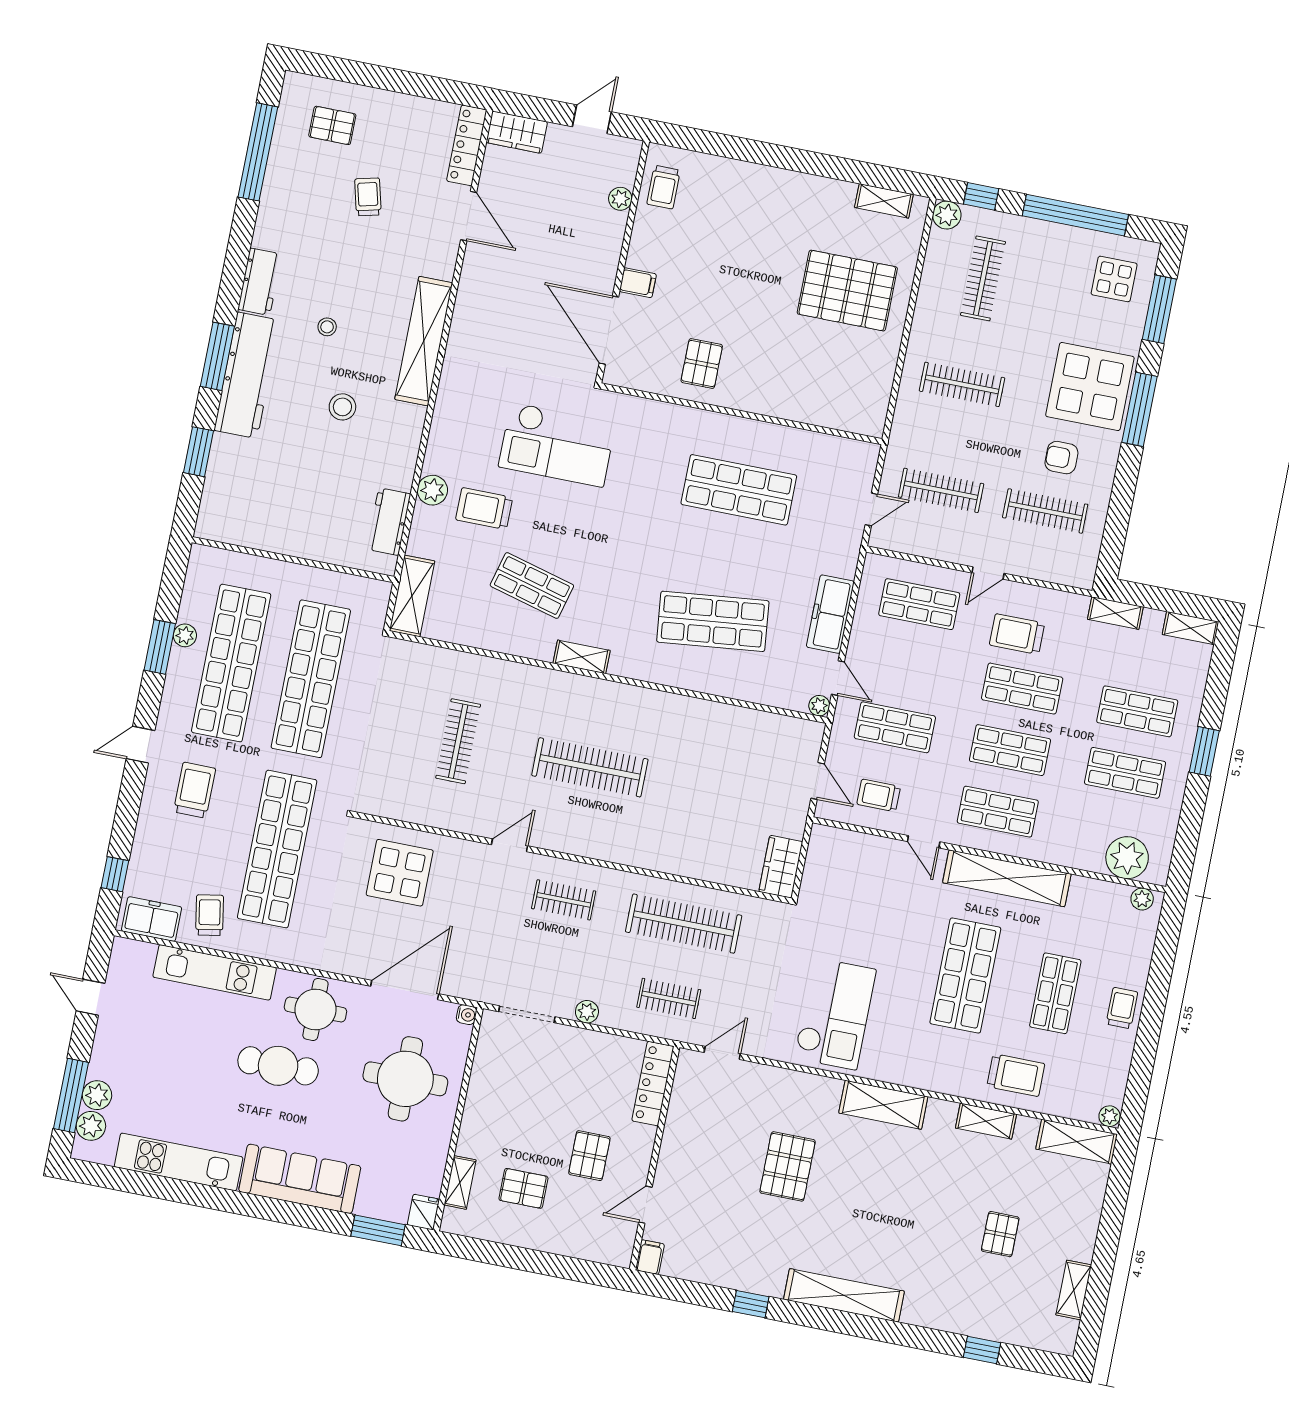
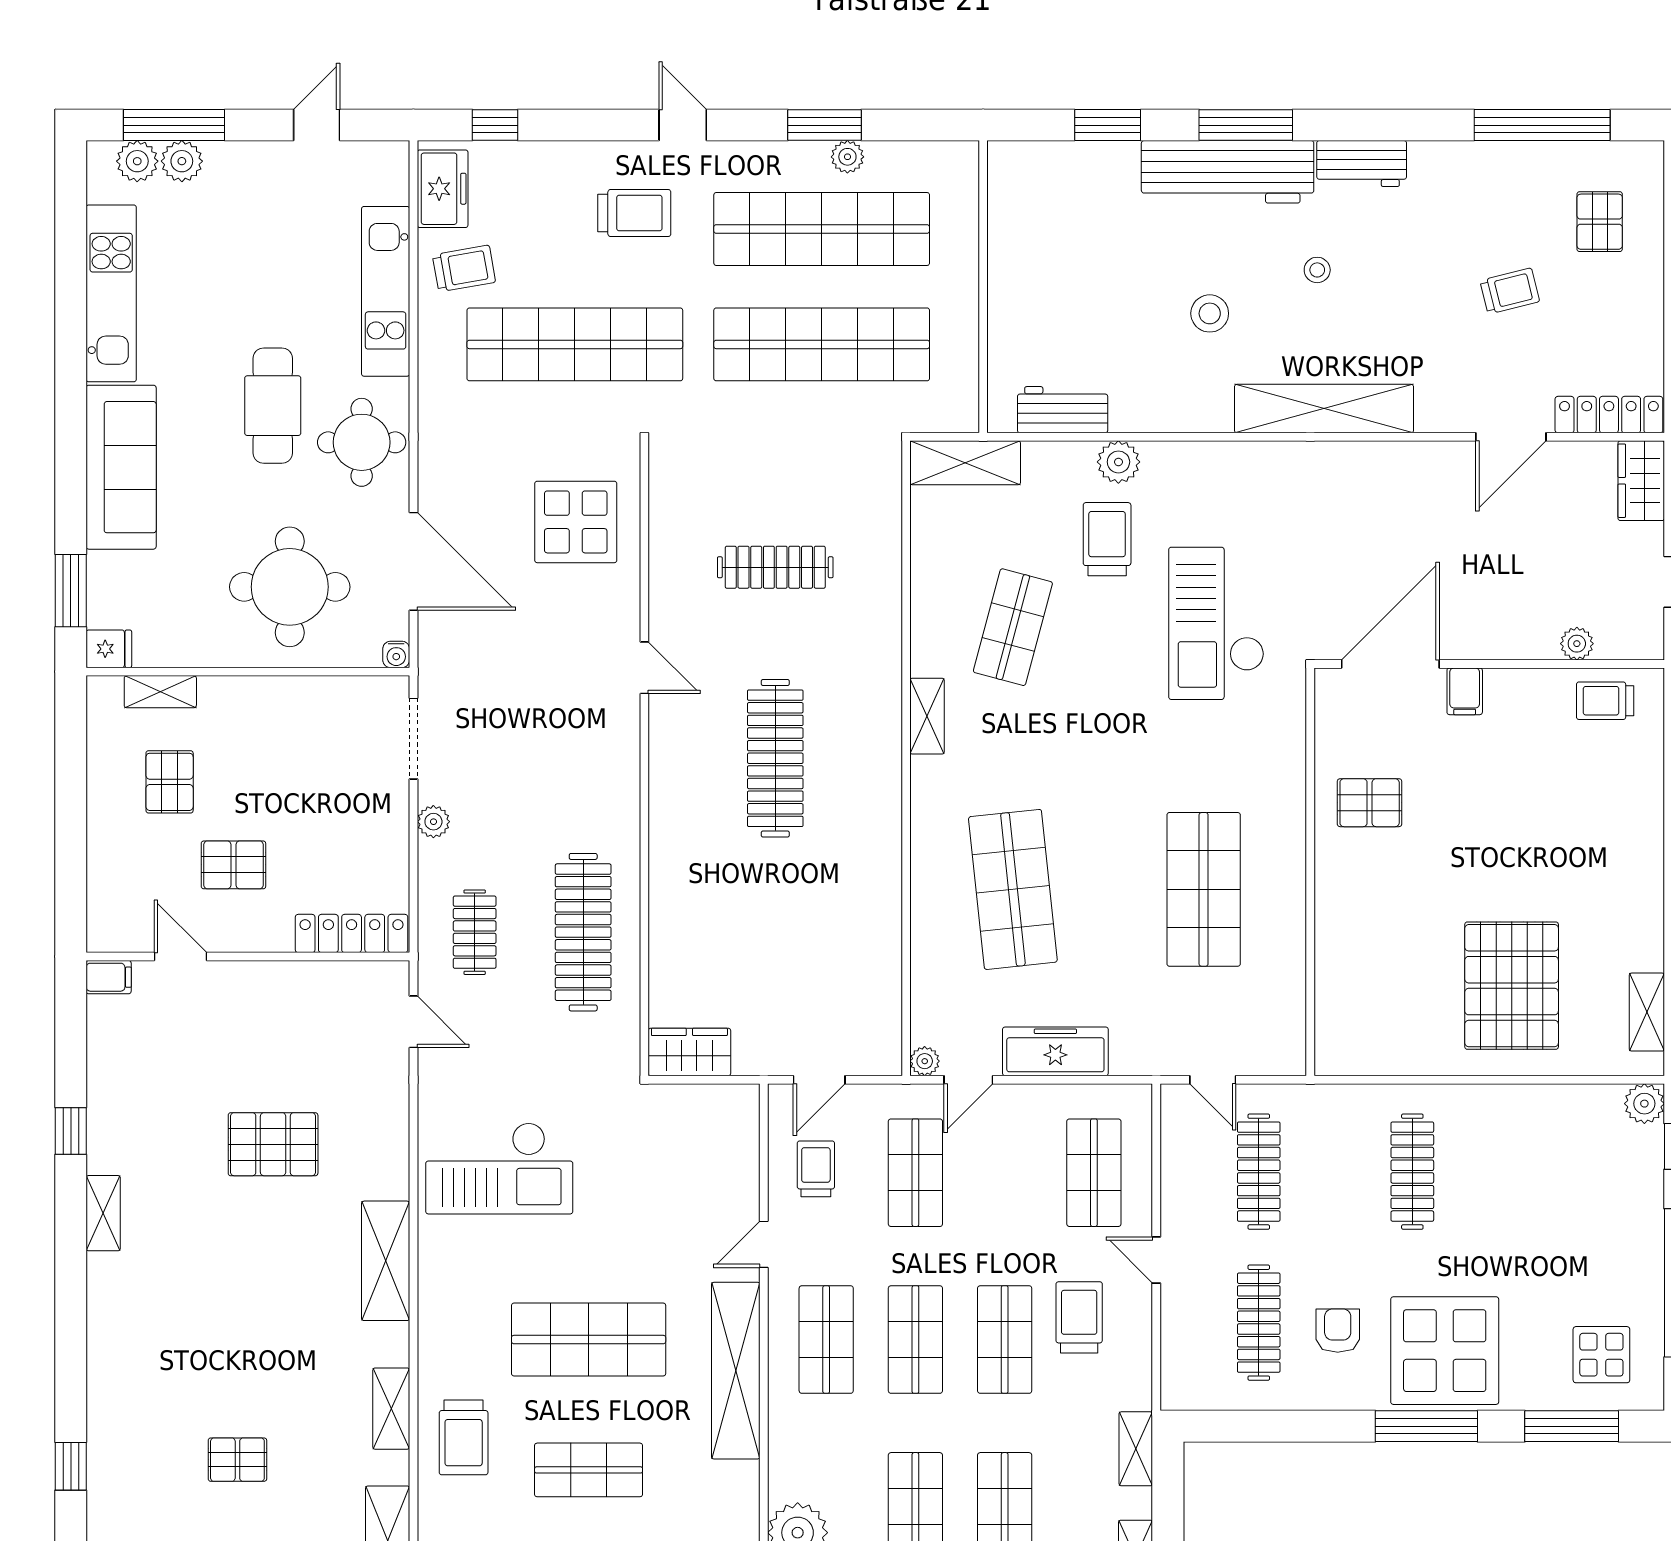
clothes rail: (983, 278) -> (1566, 1172), removed
clothes rail: (564, 900) -> (583, 758), removed
shelving: (844, 1295) -> (103, 1213), width x0.45, depth x0.75

